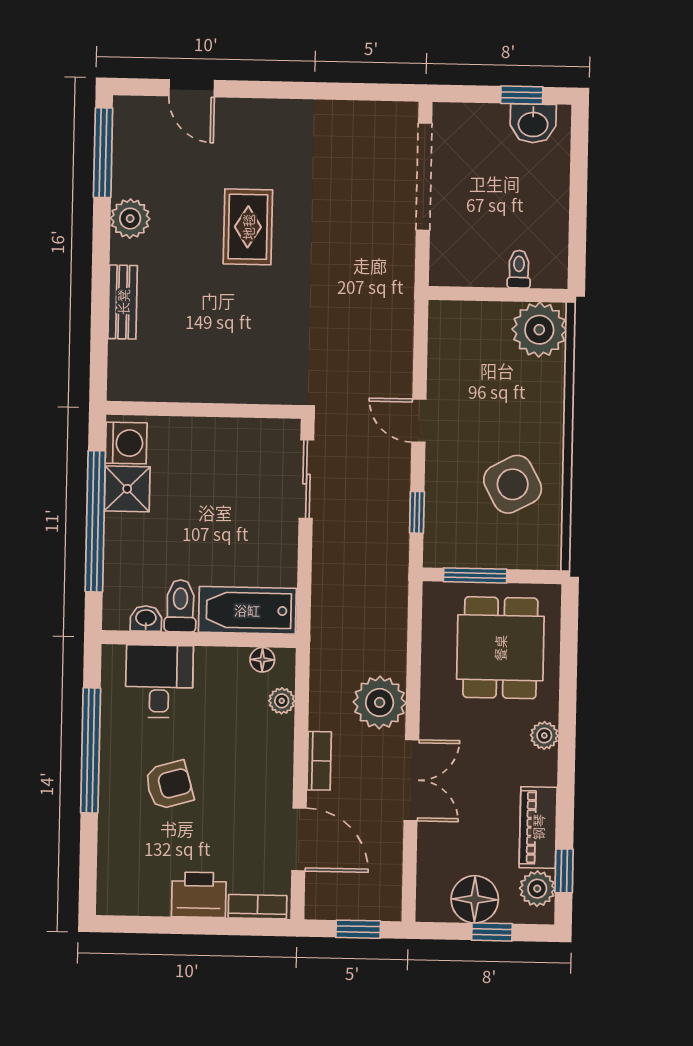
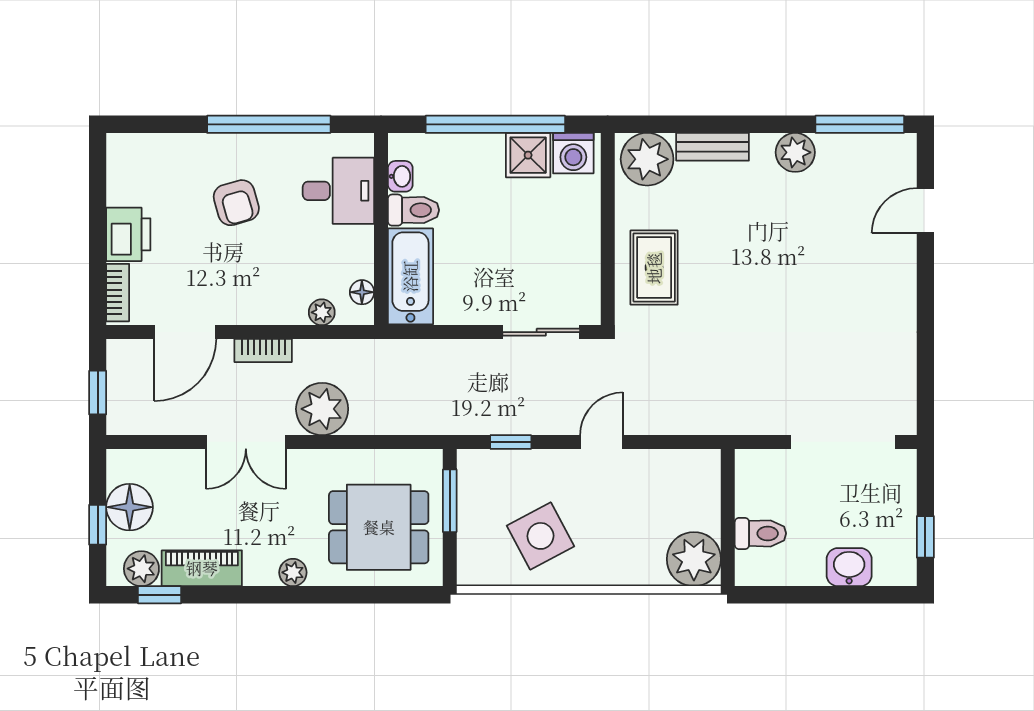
washbasin: (533, 123) -> (849, 567), moved, turned 90
rug: (248, 227) -> (654, 268), moved, turned 90
toilet: (519, 269) -> (760, 533), width x1.37, depth x1.39
plant: (134, 369) -> (647, 159), added

